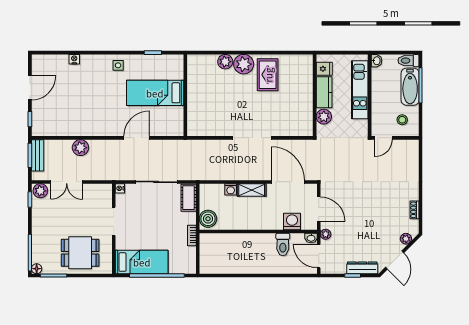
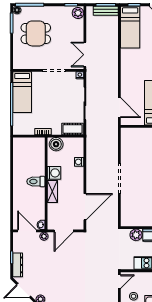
bed: (58, 124) -> (130, 27), added
door: (137, 138) -> (119, 108), moved
door: (384, 138) -> (119, 282), swing flipped
plant: (80, 148) -> (112, 44), removed
double door: (67, 182) -> (85, 55), moved
shelving: (252, 190) -> (52, 191), moved
washing machine: (292, 221) -> (54, 173), moved
toilet: (283, 244) -> (36, 181), moved
dining table: (80, 253) -> (36, 33), moved, turned 90
door: (319, 256) -> (27, 231), hinge flipped

